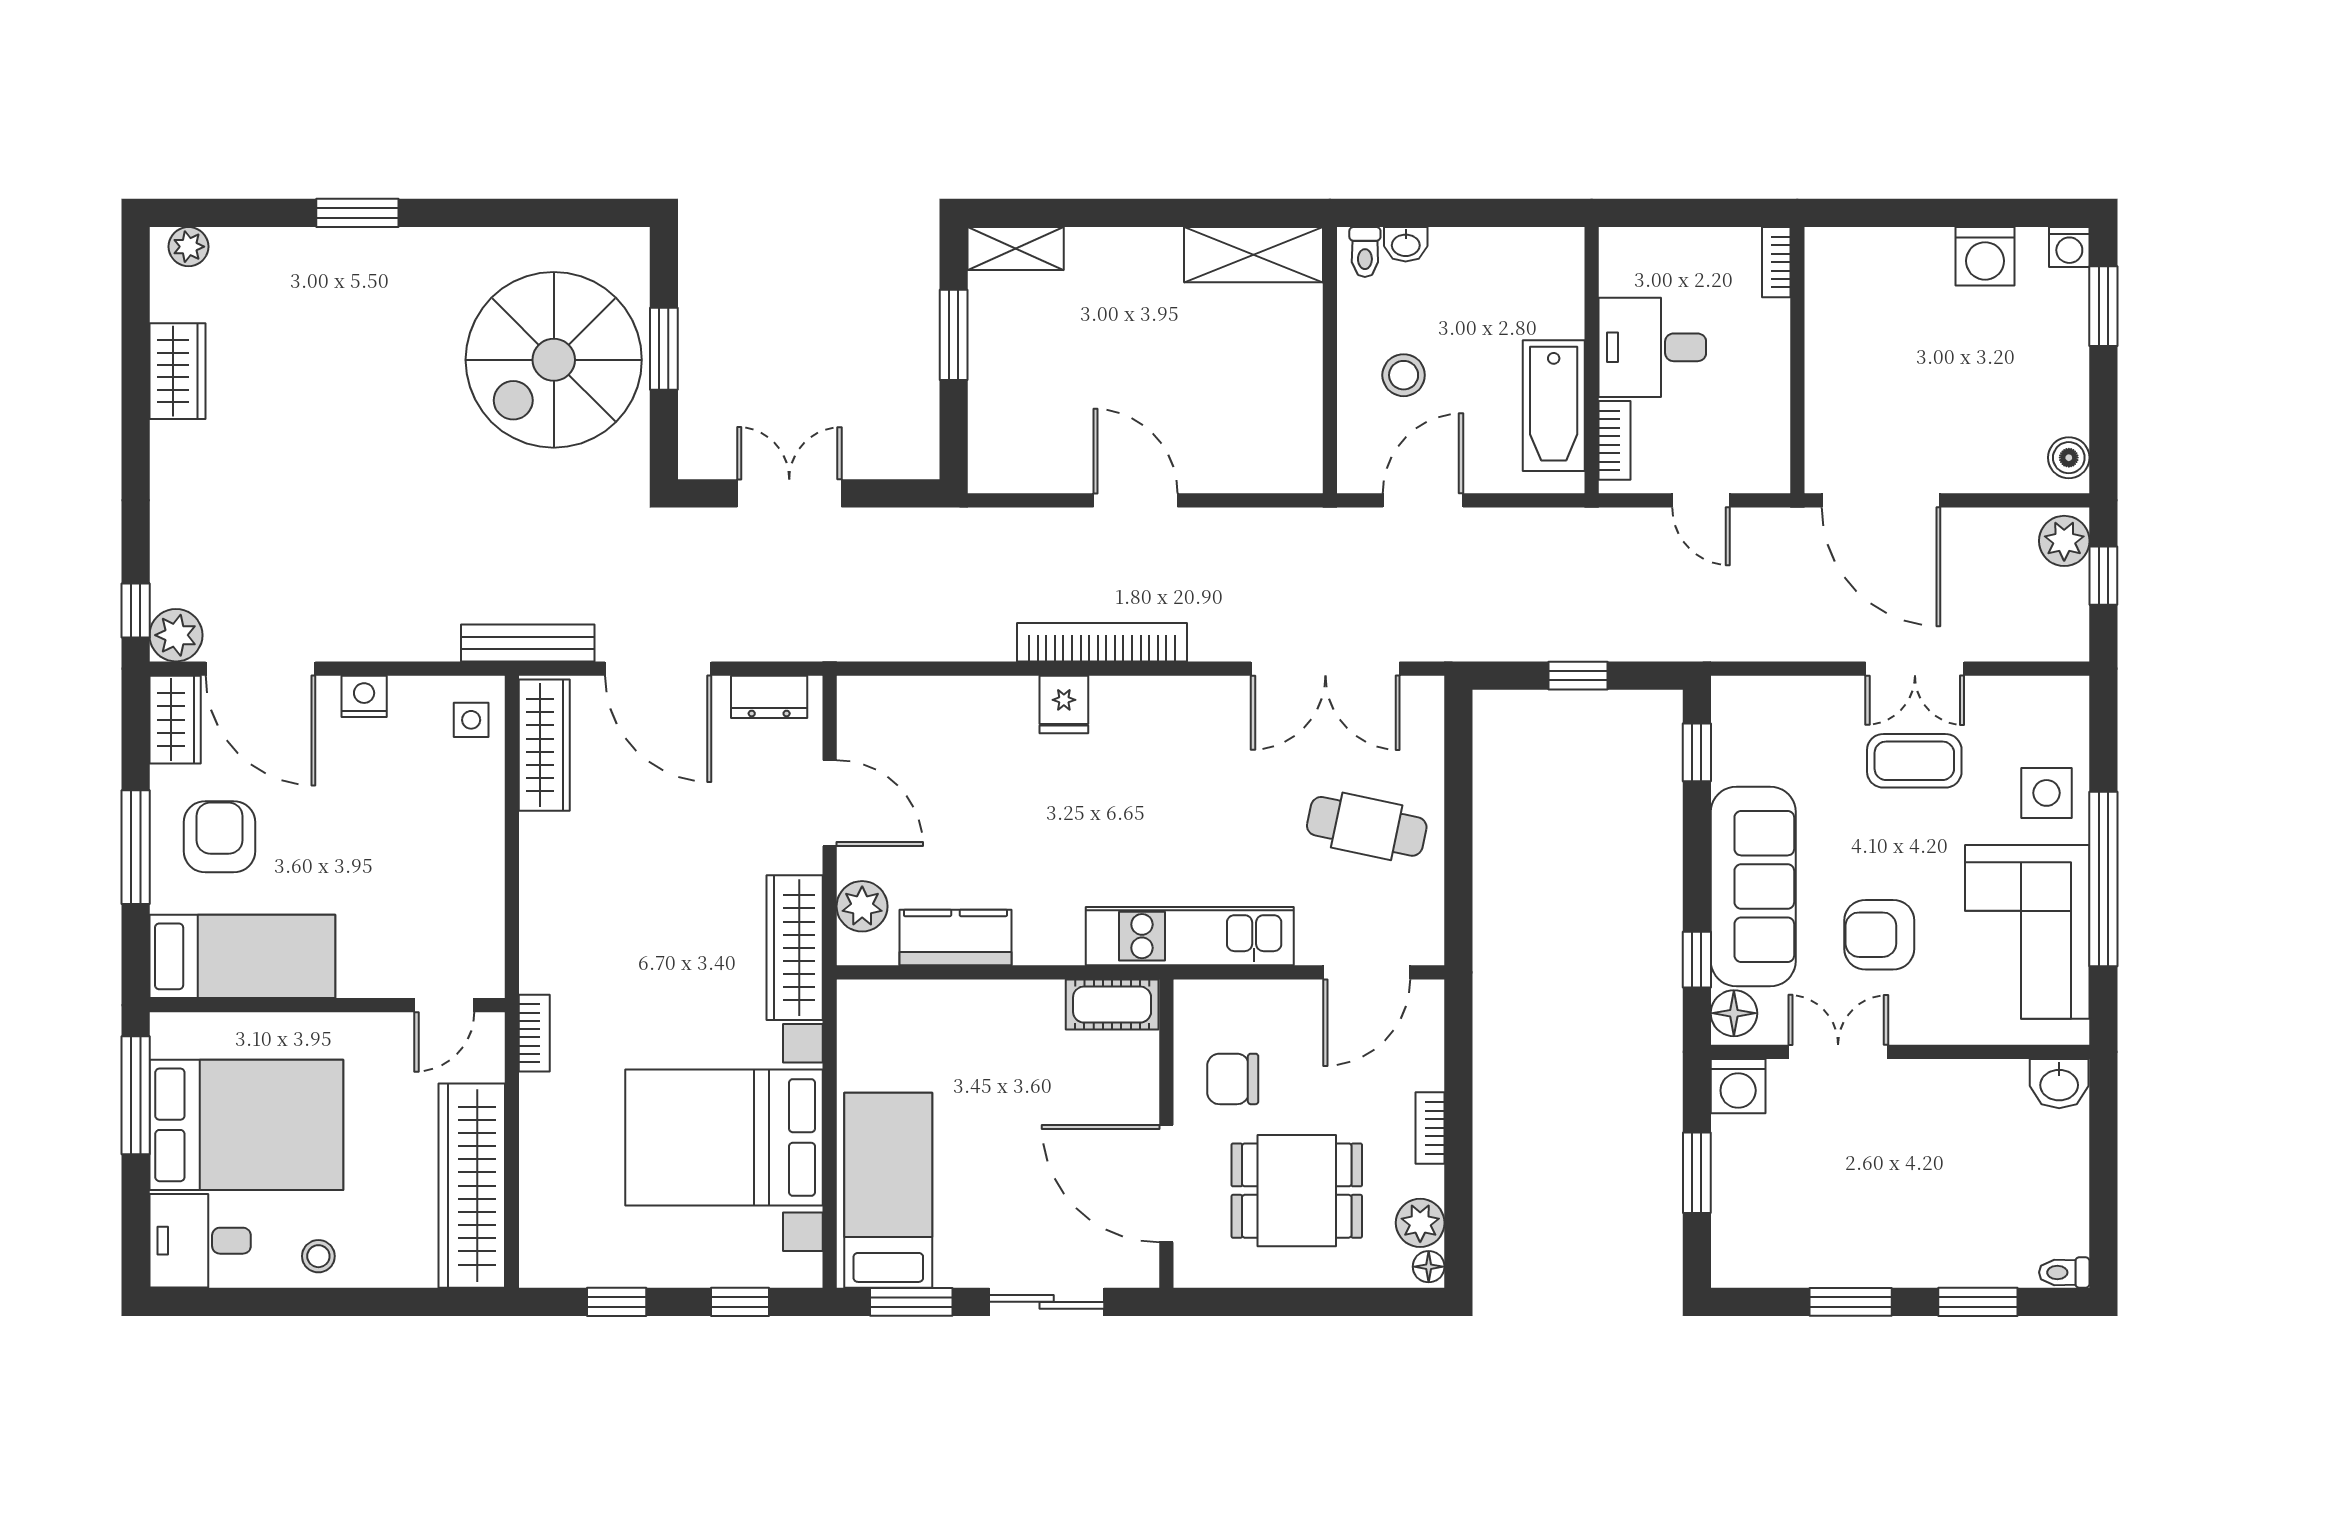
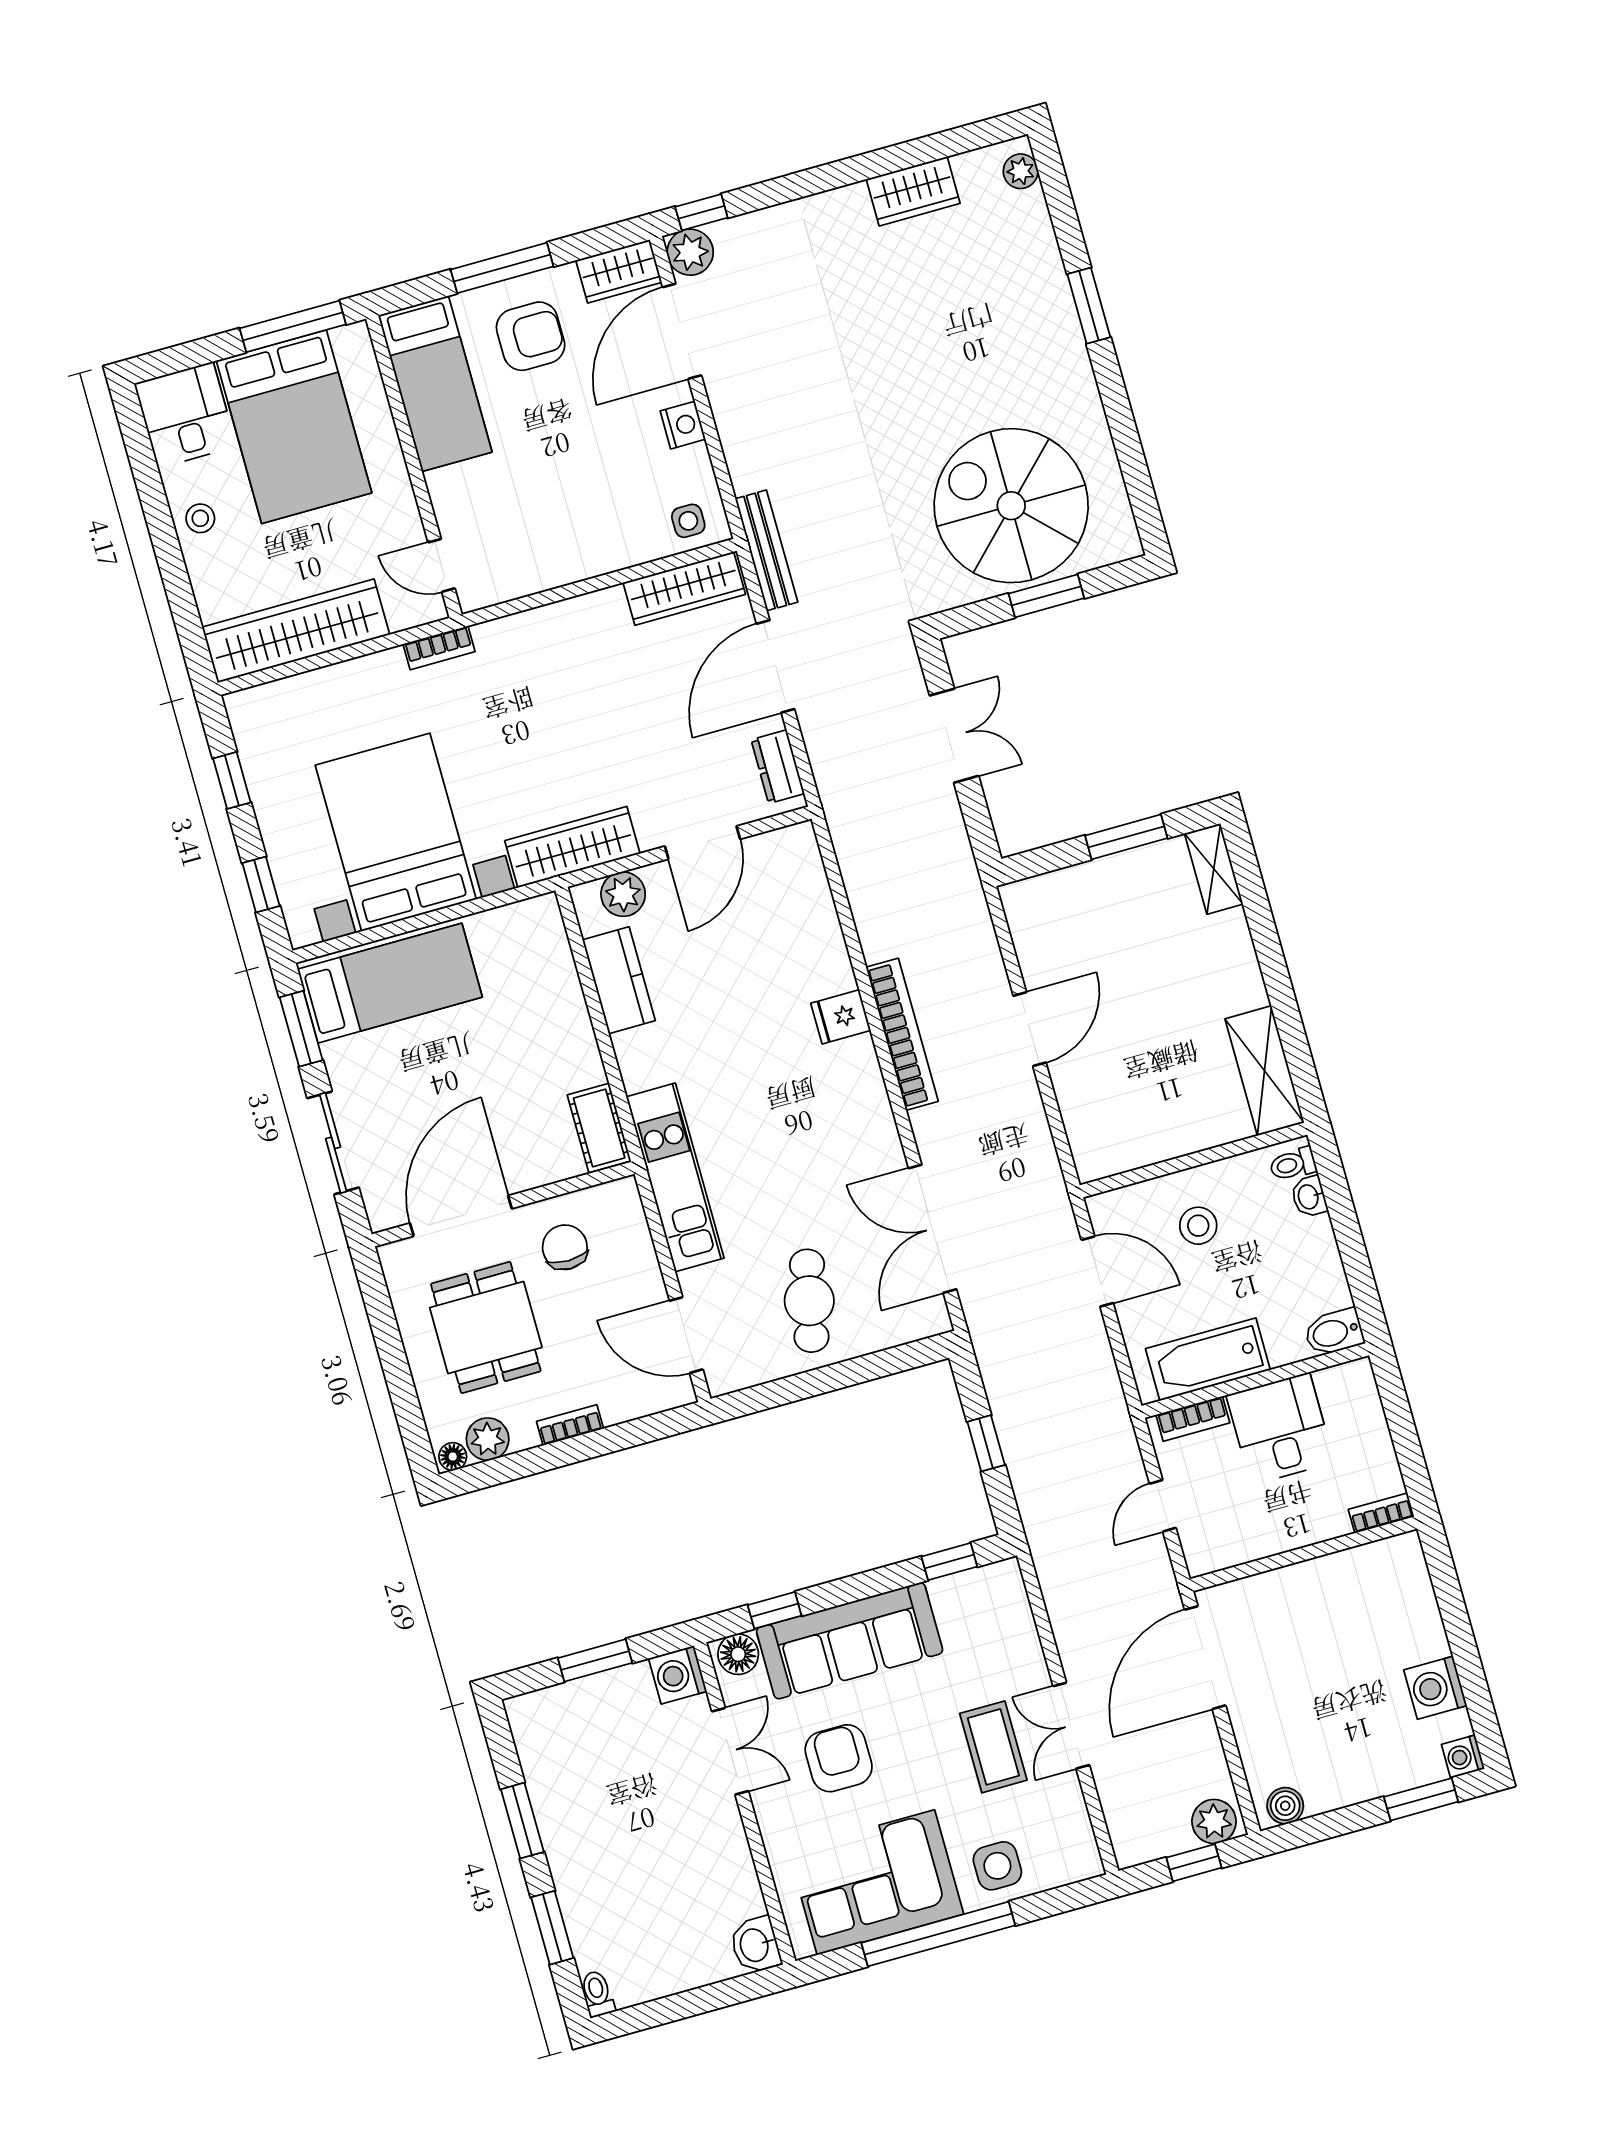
bidet: (1563, 258) -> (1334, 1332), added

